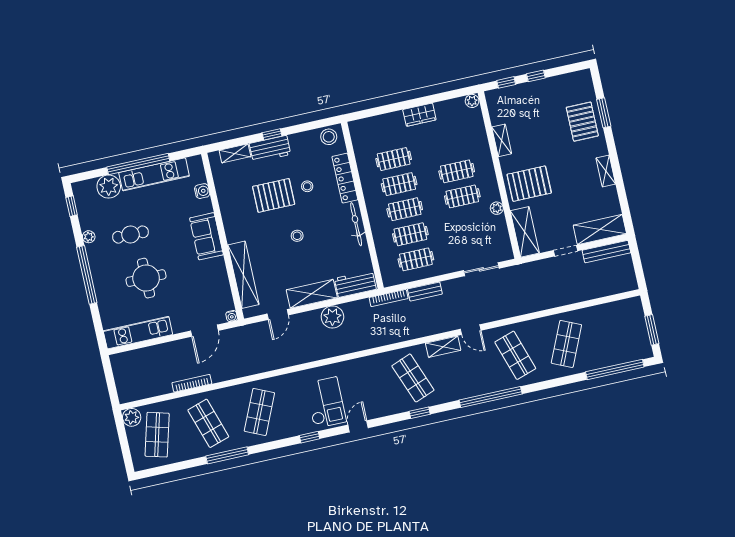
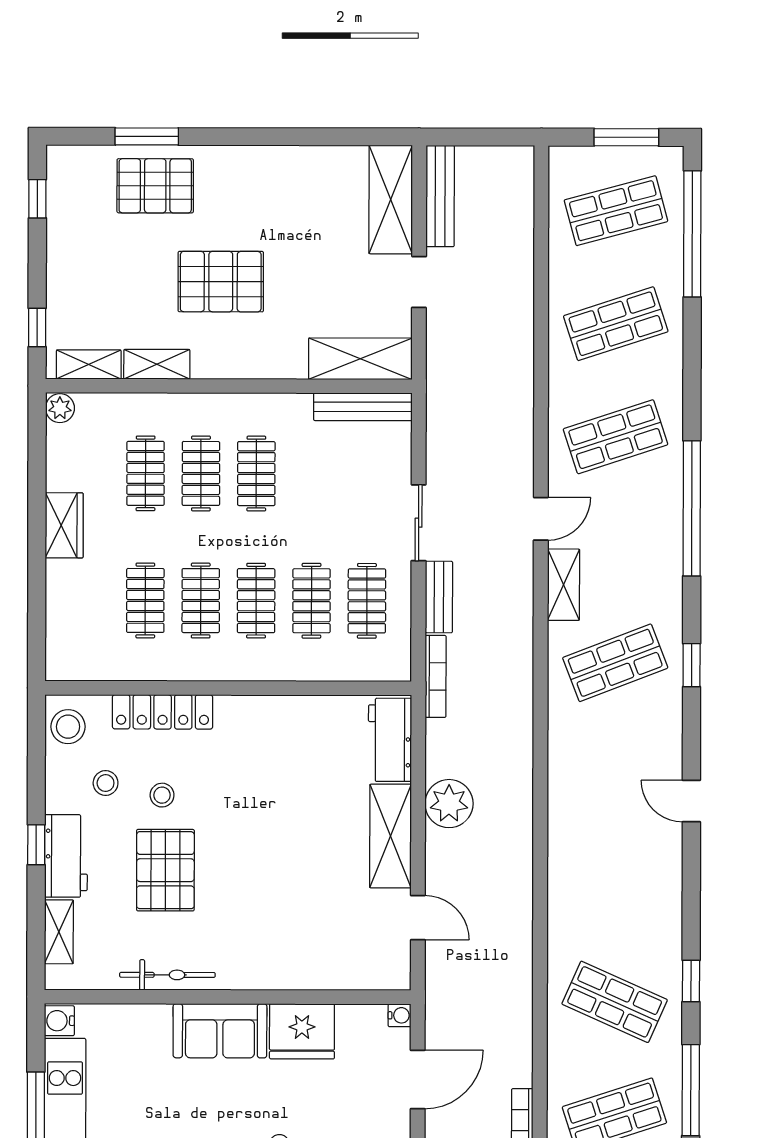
window: (536, 76) -> (37, 199), moved
clothes rail: (451, 146) -> (146, 473), added
shelving: (606, 171) -> (89, 364), moved
pallet: (529, 184) -> (221, 282), moved, turned 90
water cooler: (202, 191) -> (59, 1021), moved, turned -90
plant: (497, 208) -> (297, 407), removed
bicycle: (356, 224) -> (167, 975), moved, turned 180
stool: (297, 236) -> (106, 783), moved
bench: (503, 238) -> (363, 407), added
sliding door: (481, 269) -> (419, 523), moved
fridge: (214, 274) -> (302, 1031), added
shelving: (243, 275) -> (318, 971), removed
door: (204, 331) -> (418, 1079), hinge flipped
shop shelf: (618, 333) -> (616, 211), added
shop shelf: (566, 344) -> (616, 324), turned -42
checkout: (326, 403) -> (626, 858), removed
window: (310, 437) -> (691, 981), moved

